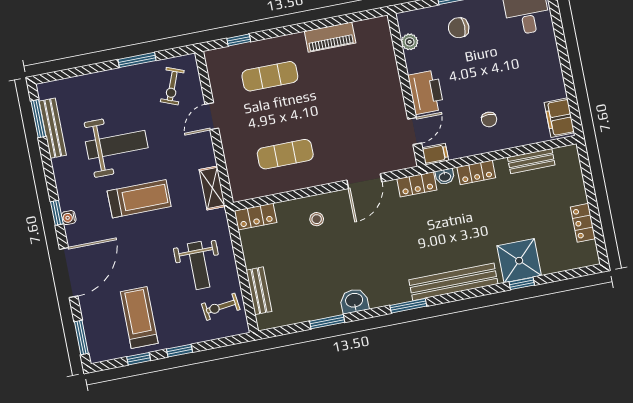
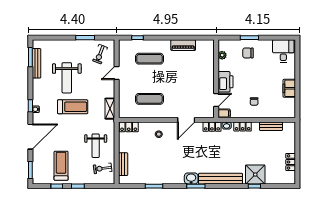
filing cabinet: (559, 118) -> (289, 88), moved
weight bench: (117, 145) -> (67, 78), turned 90
washbasin: (354, 301) -> (191, 178), moved

